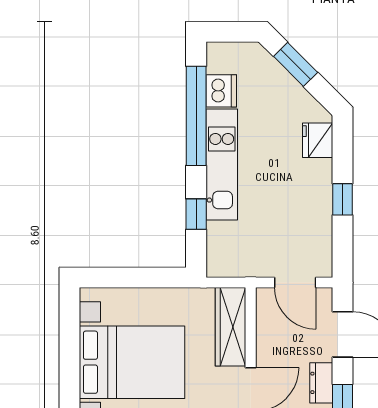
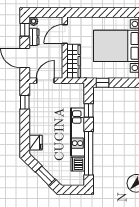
window: (343, 199) -> (25, 102), moved
window: (164, 278) -> (102, 83), added
door: (295, 283) -> (45, 81), hinge flipped

